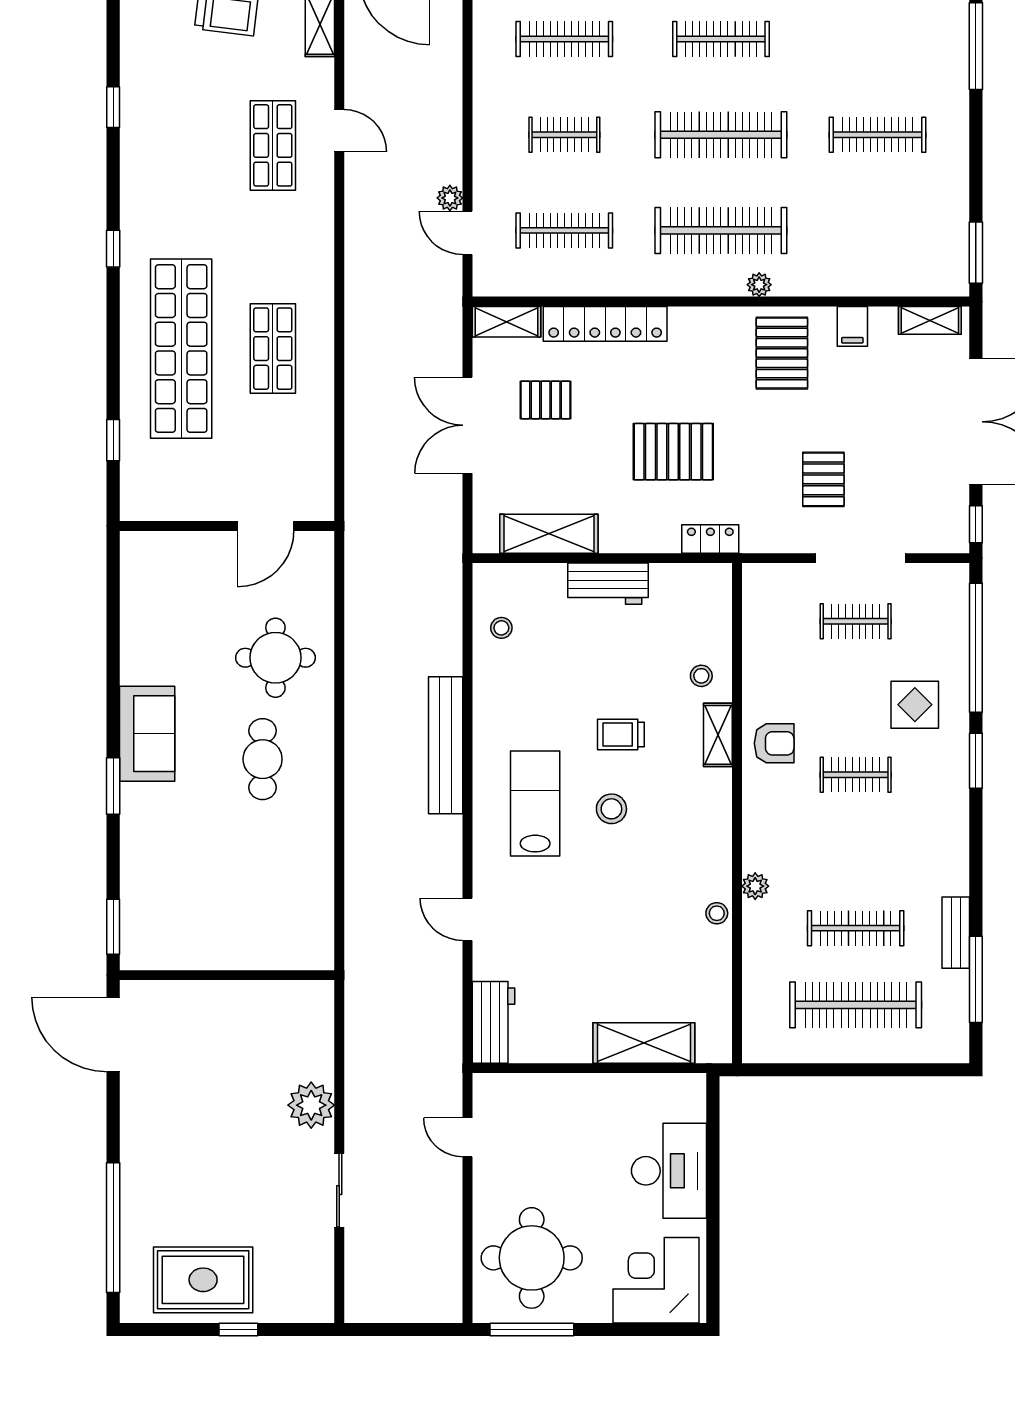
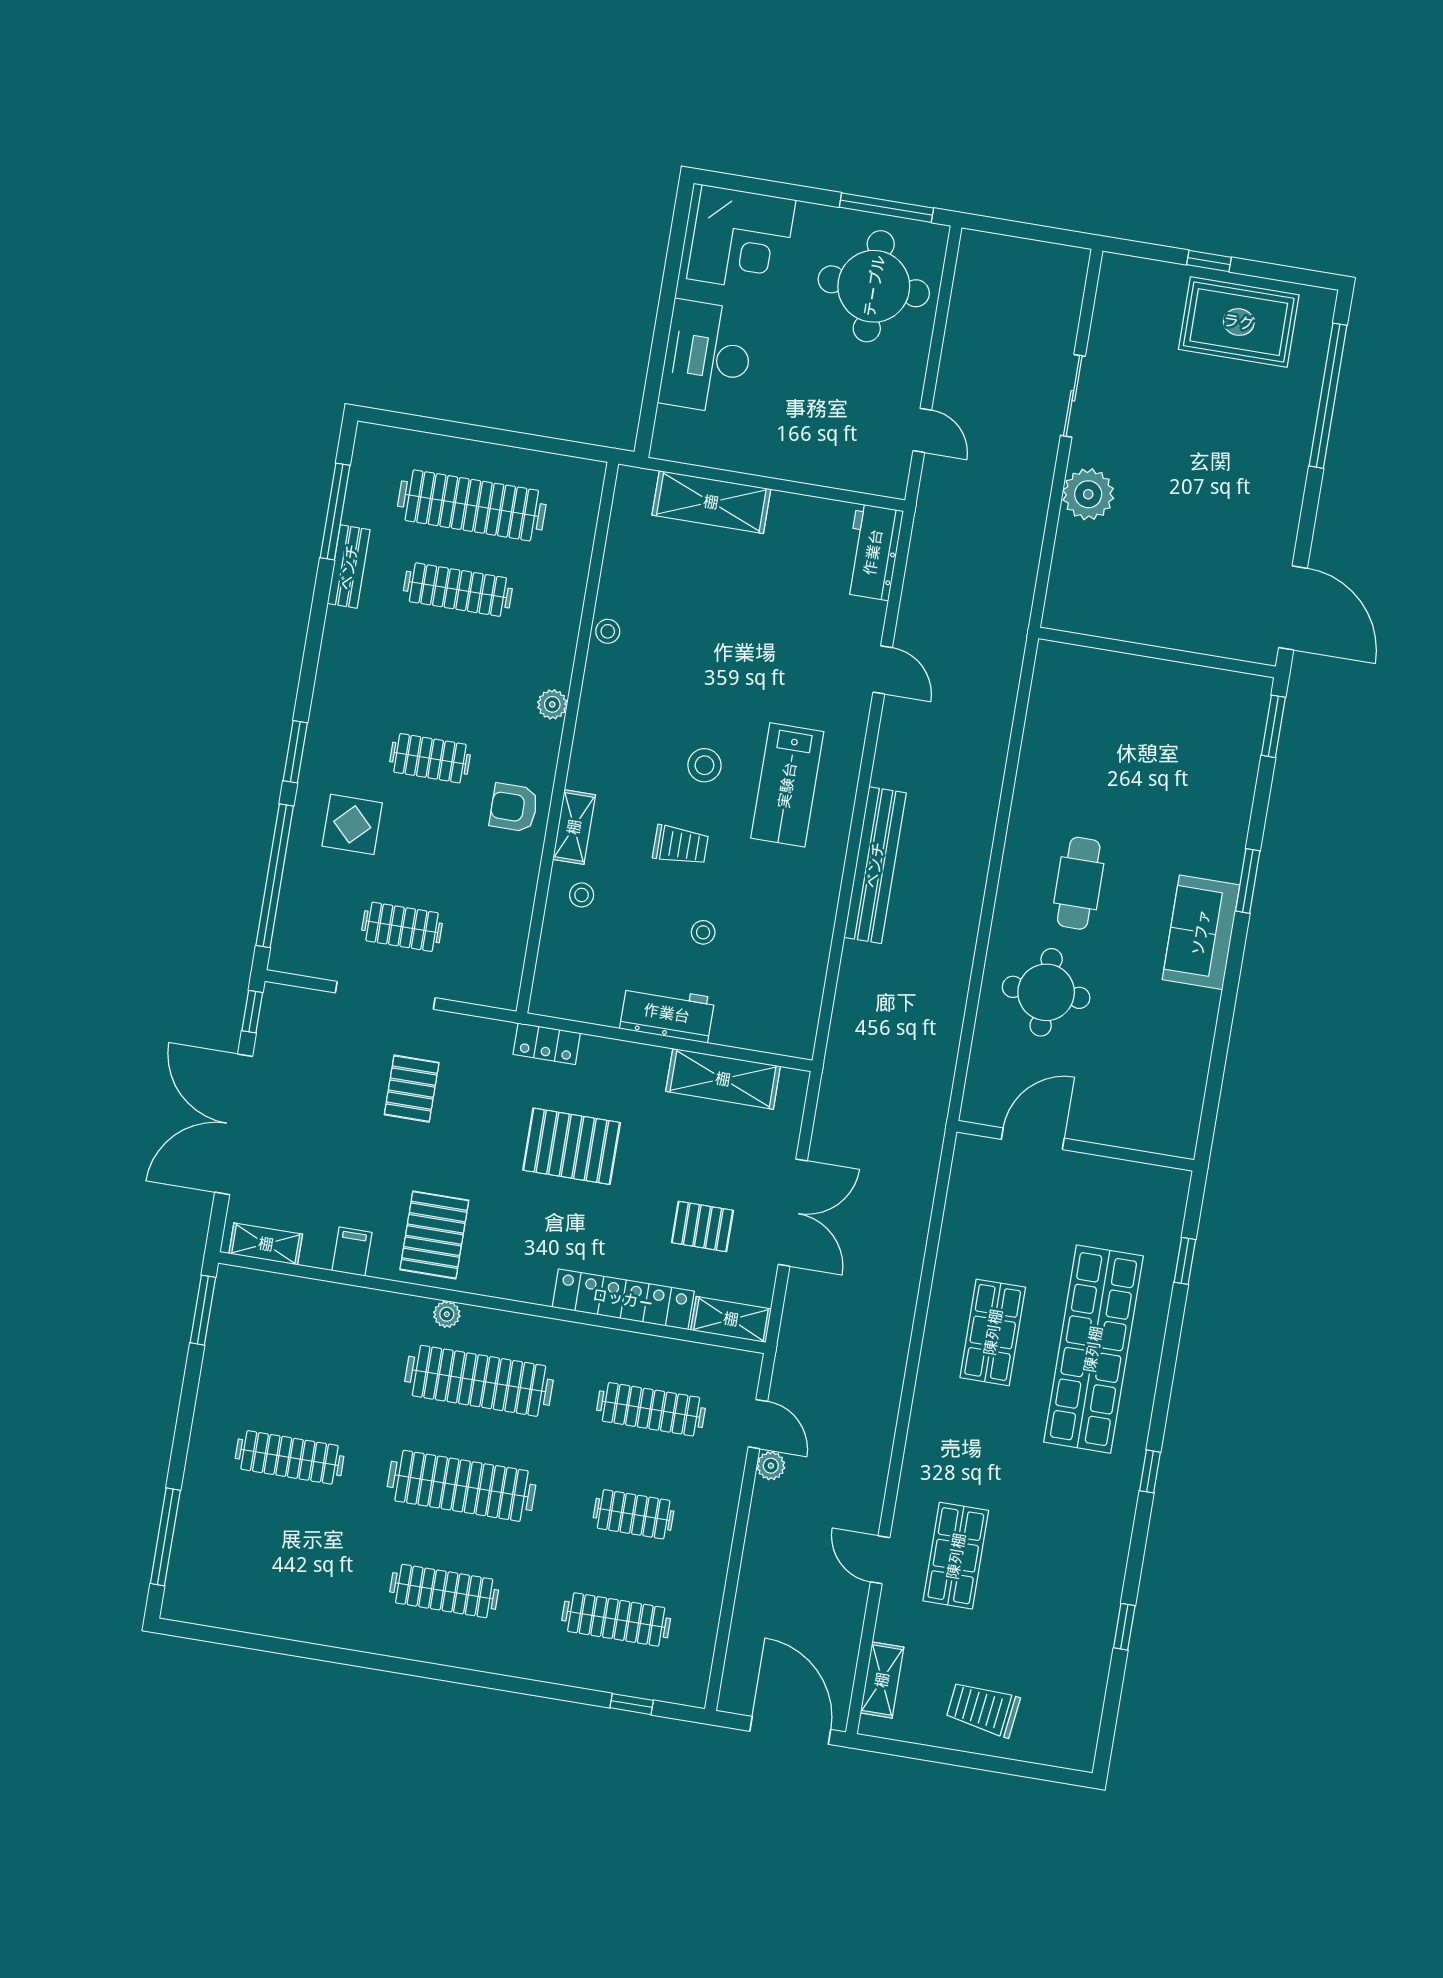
stool: (501, 628) -> (703, 932), moved
plant: (755, 886) -> (552, 704), moved

